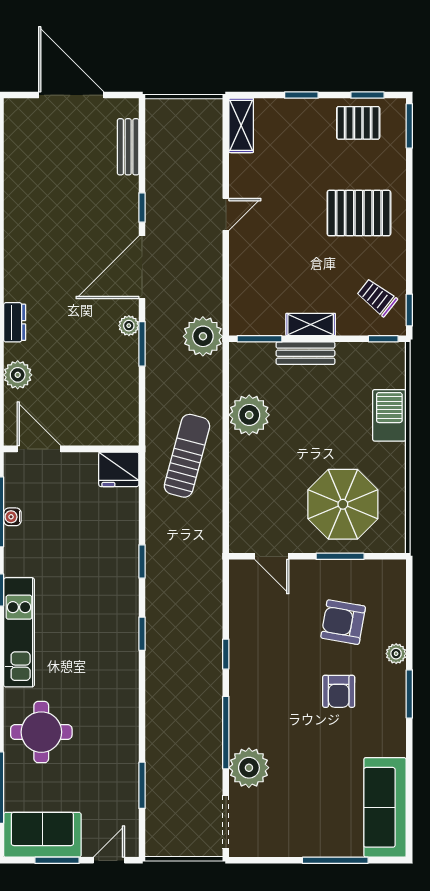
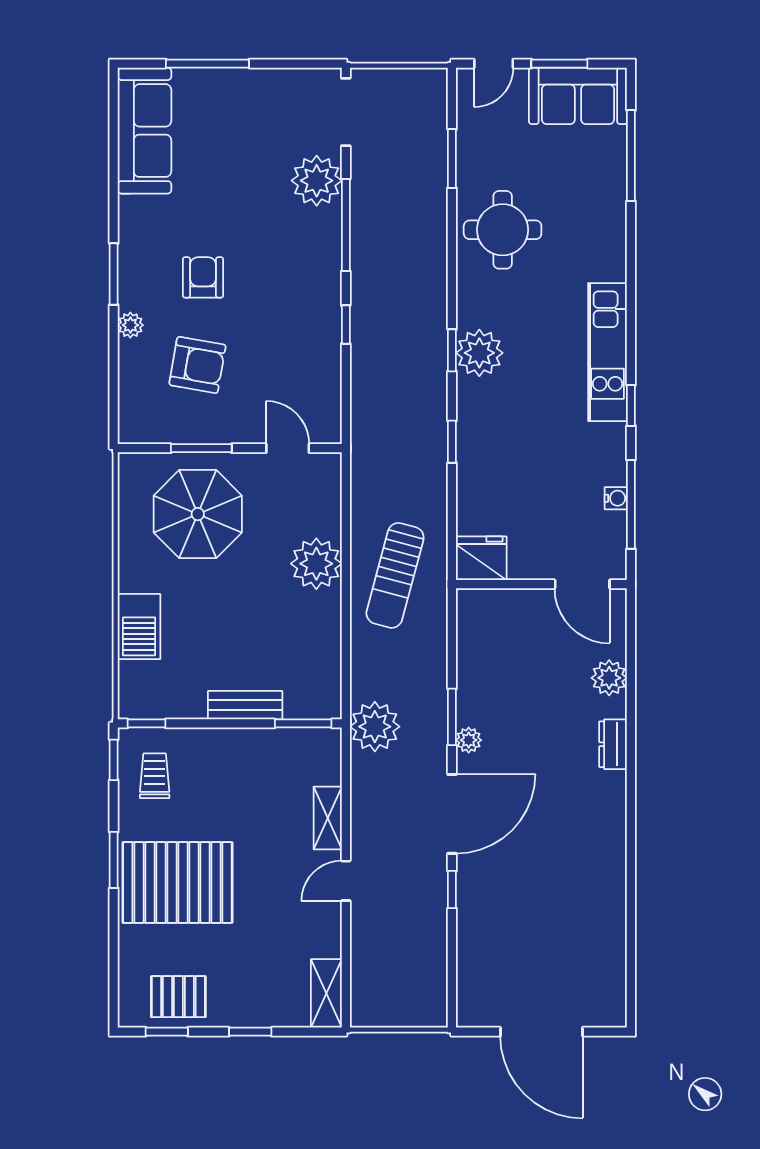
window: (409, 126) -> (114, 860), moved
bench: (128, 147) -> (469, 966), removed
pallet: (359, 213) -> (177, 882), width x1.37, depth x1.41
trolley: (377, 297) -> (155, 776), turned -128
shelving: (311, 324) -> (328, 818), moved, turned 90
plant: (249, 415) -> (316, 564), moved
plant: (120, 632) -> (479, 353), added
round table: (41, 732) -> (503, 230), moved

